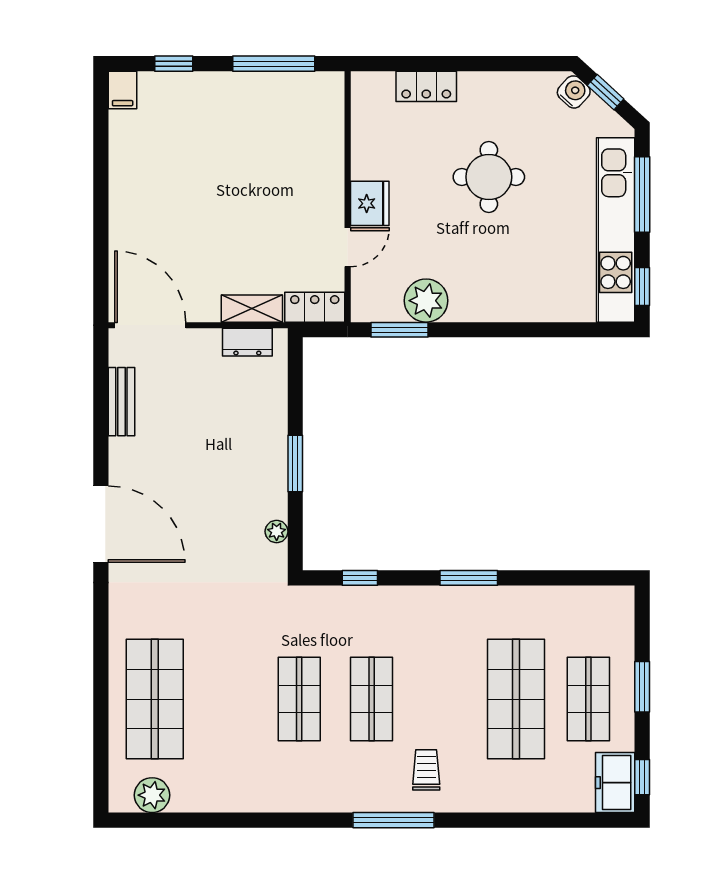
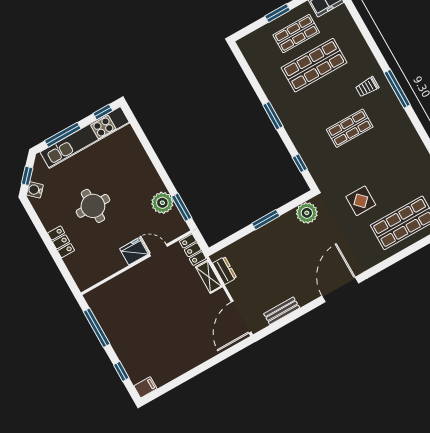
locker: (426, 86) -> (61, 242), moved
plant: (277, 531) -> (307, 213), width x1.88, depth x1.88
display table: (235, 647) -> (361, 201), added
shop shelf: (299, 699) -> (368, 160), removed

